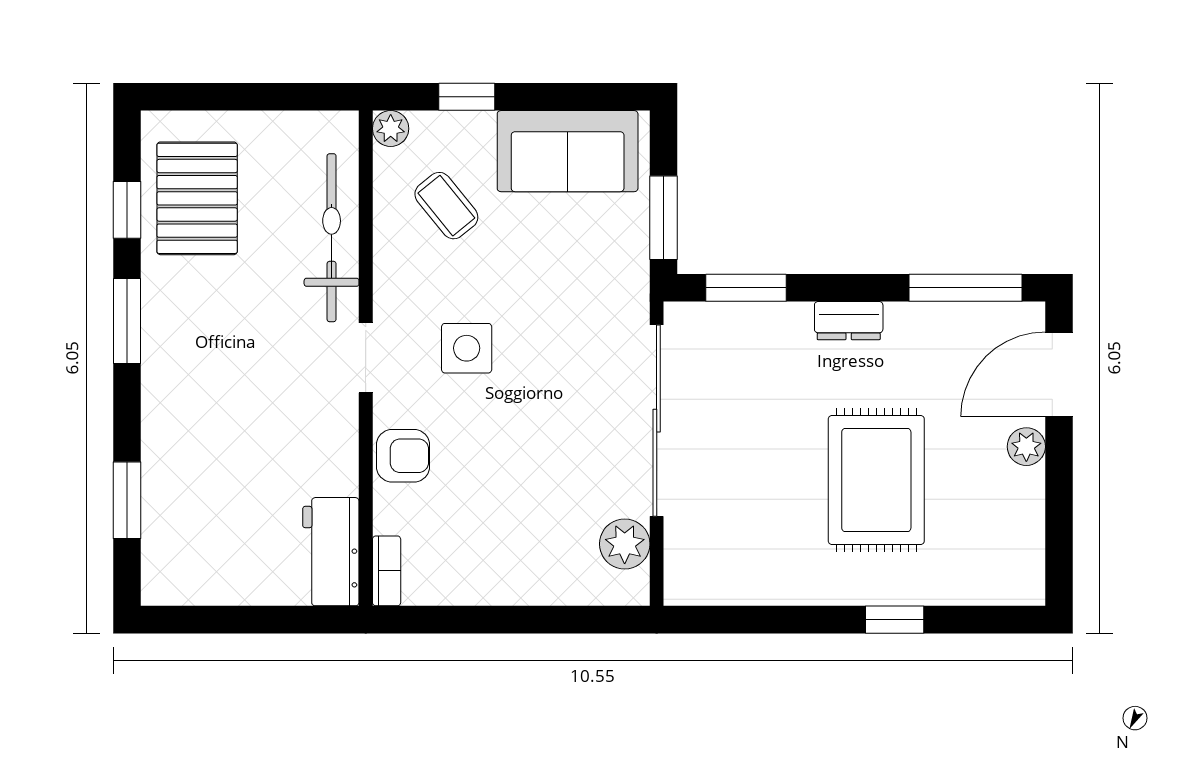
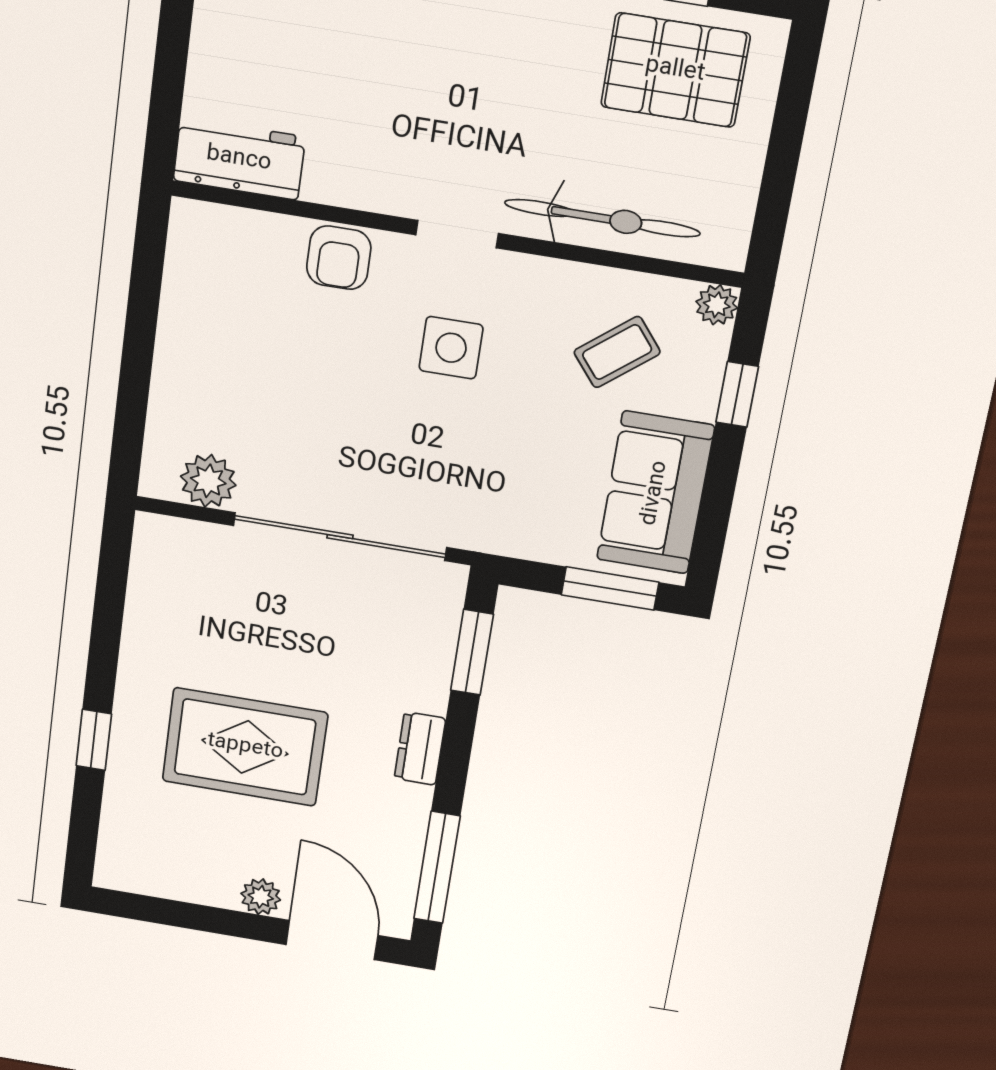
window: (663, 218) -> (610, 588), moved
bookcase: (387, 571) -> (210, 218), removed

